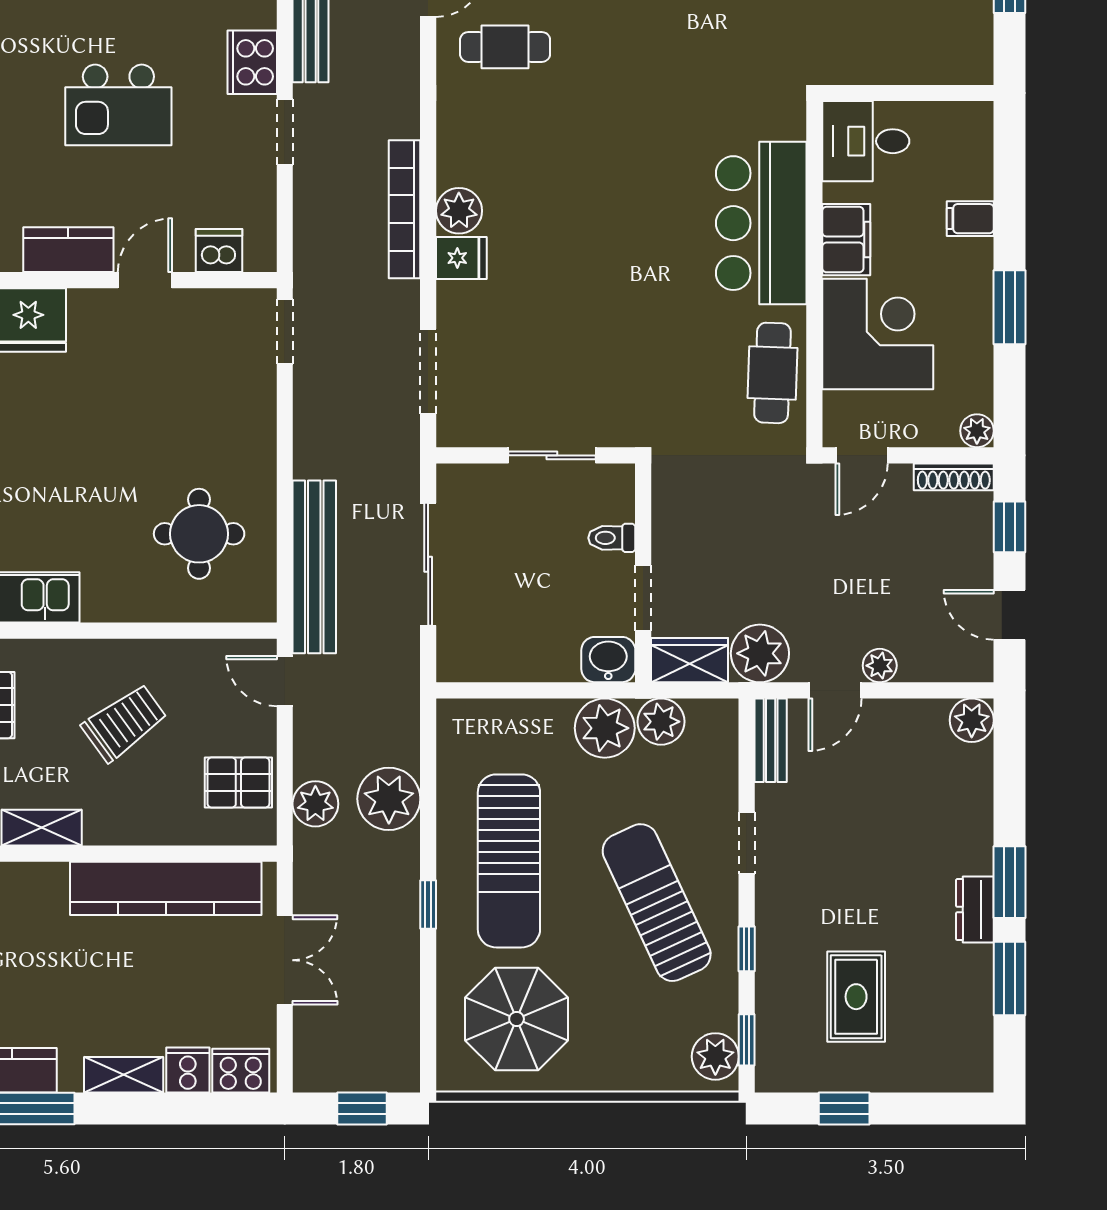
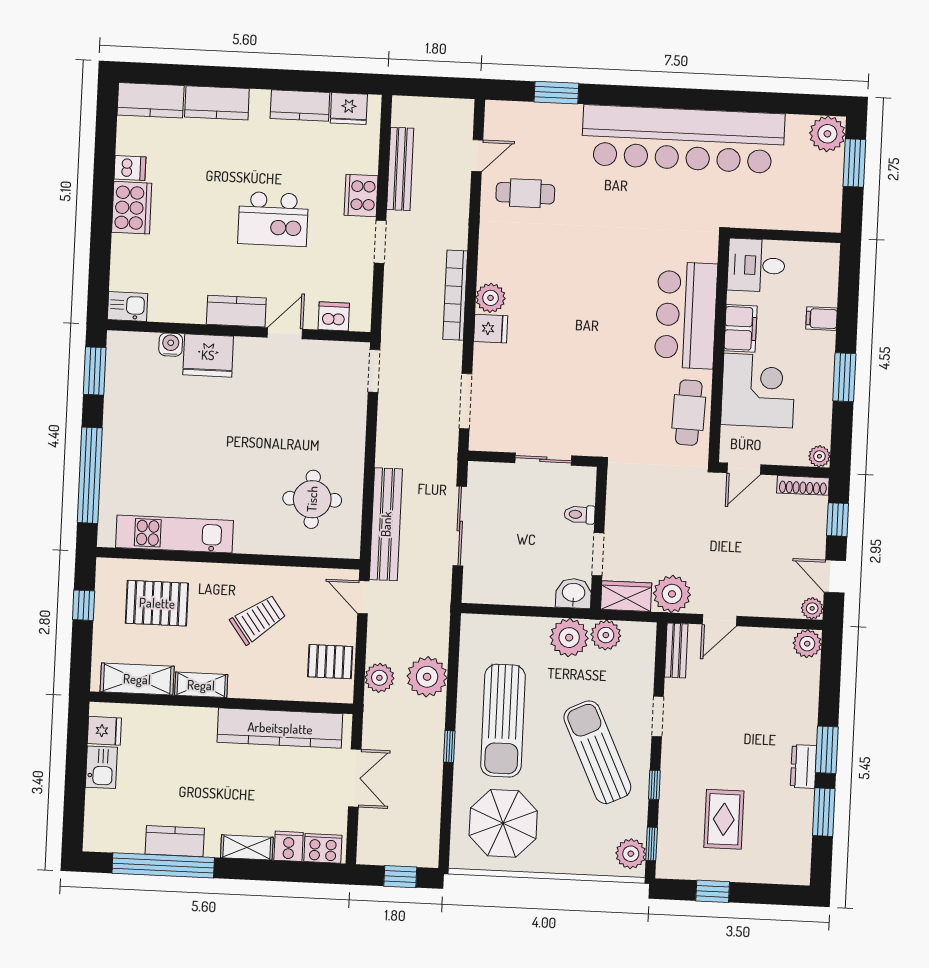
plant: (880, 666) -> (812, 608), moved

